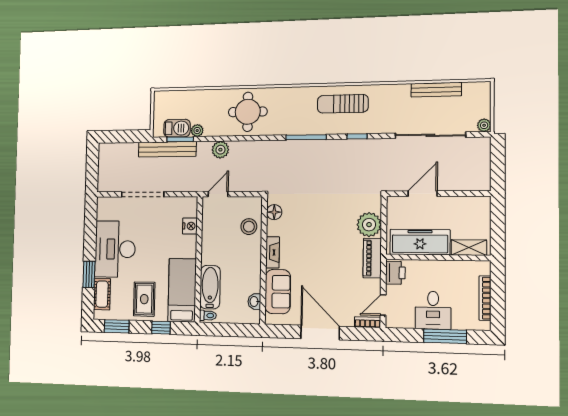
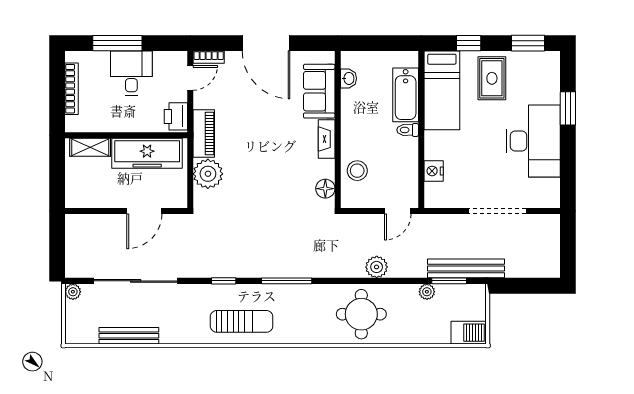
barbecue: (177, 128) -> (469, 333), moved, turned 180
plant: (220, 150) -> (377, 267), moved
cot: (102, 294) -> (549, 83), removed
toilet: (208, 315) -> (408, 130), moved

